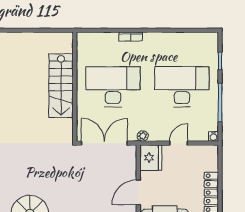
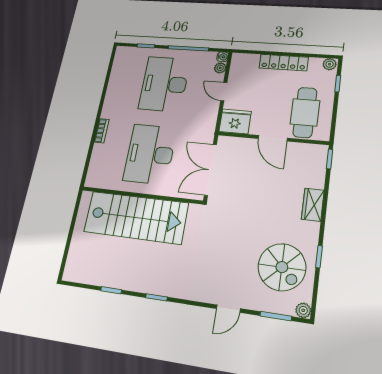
stairs: (61, 86) -> (136, 217), width x1.36, depth x1.51
plant: (143, 136) -> (220, 68), moved

